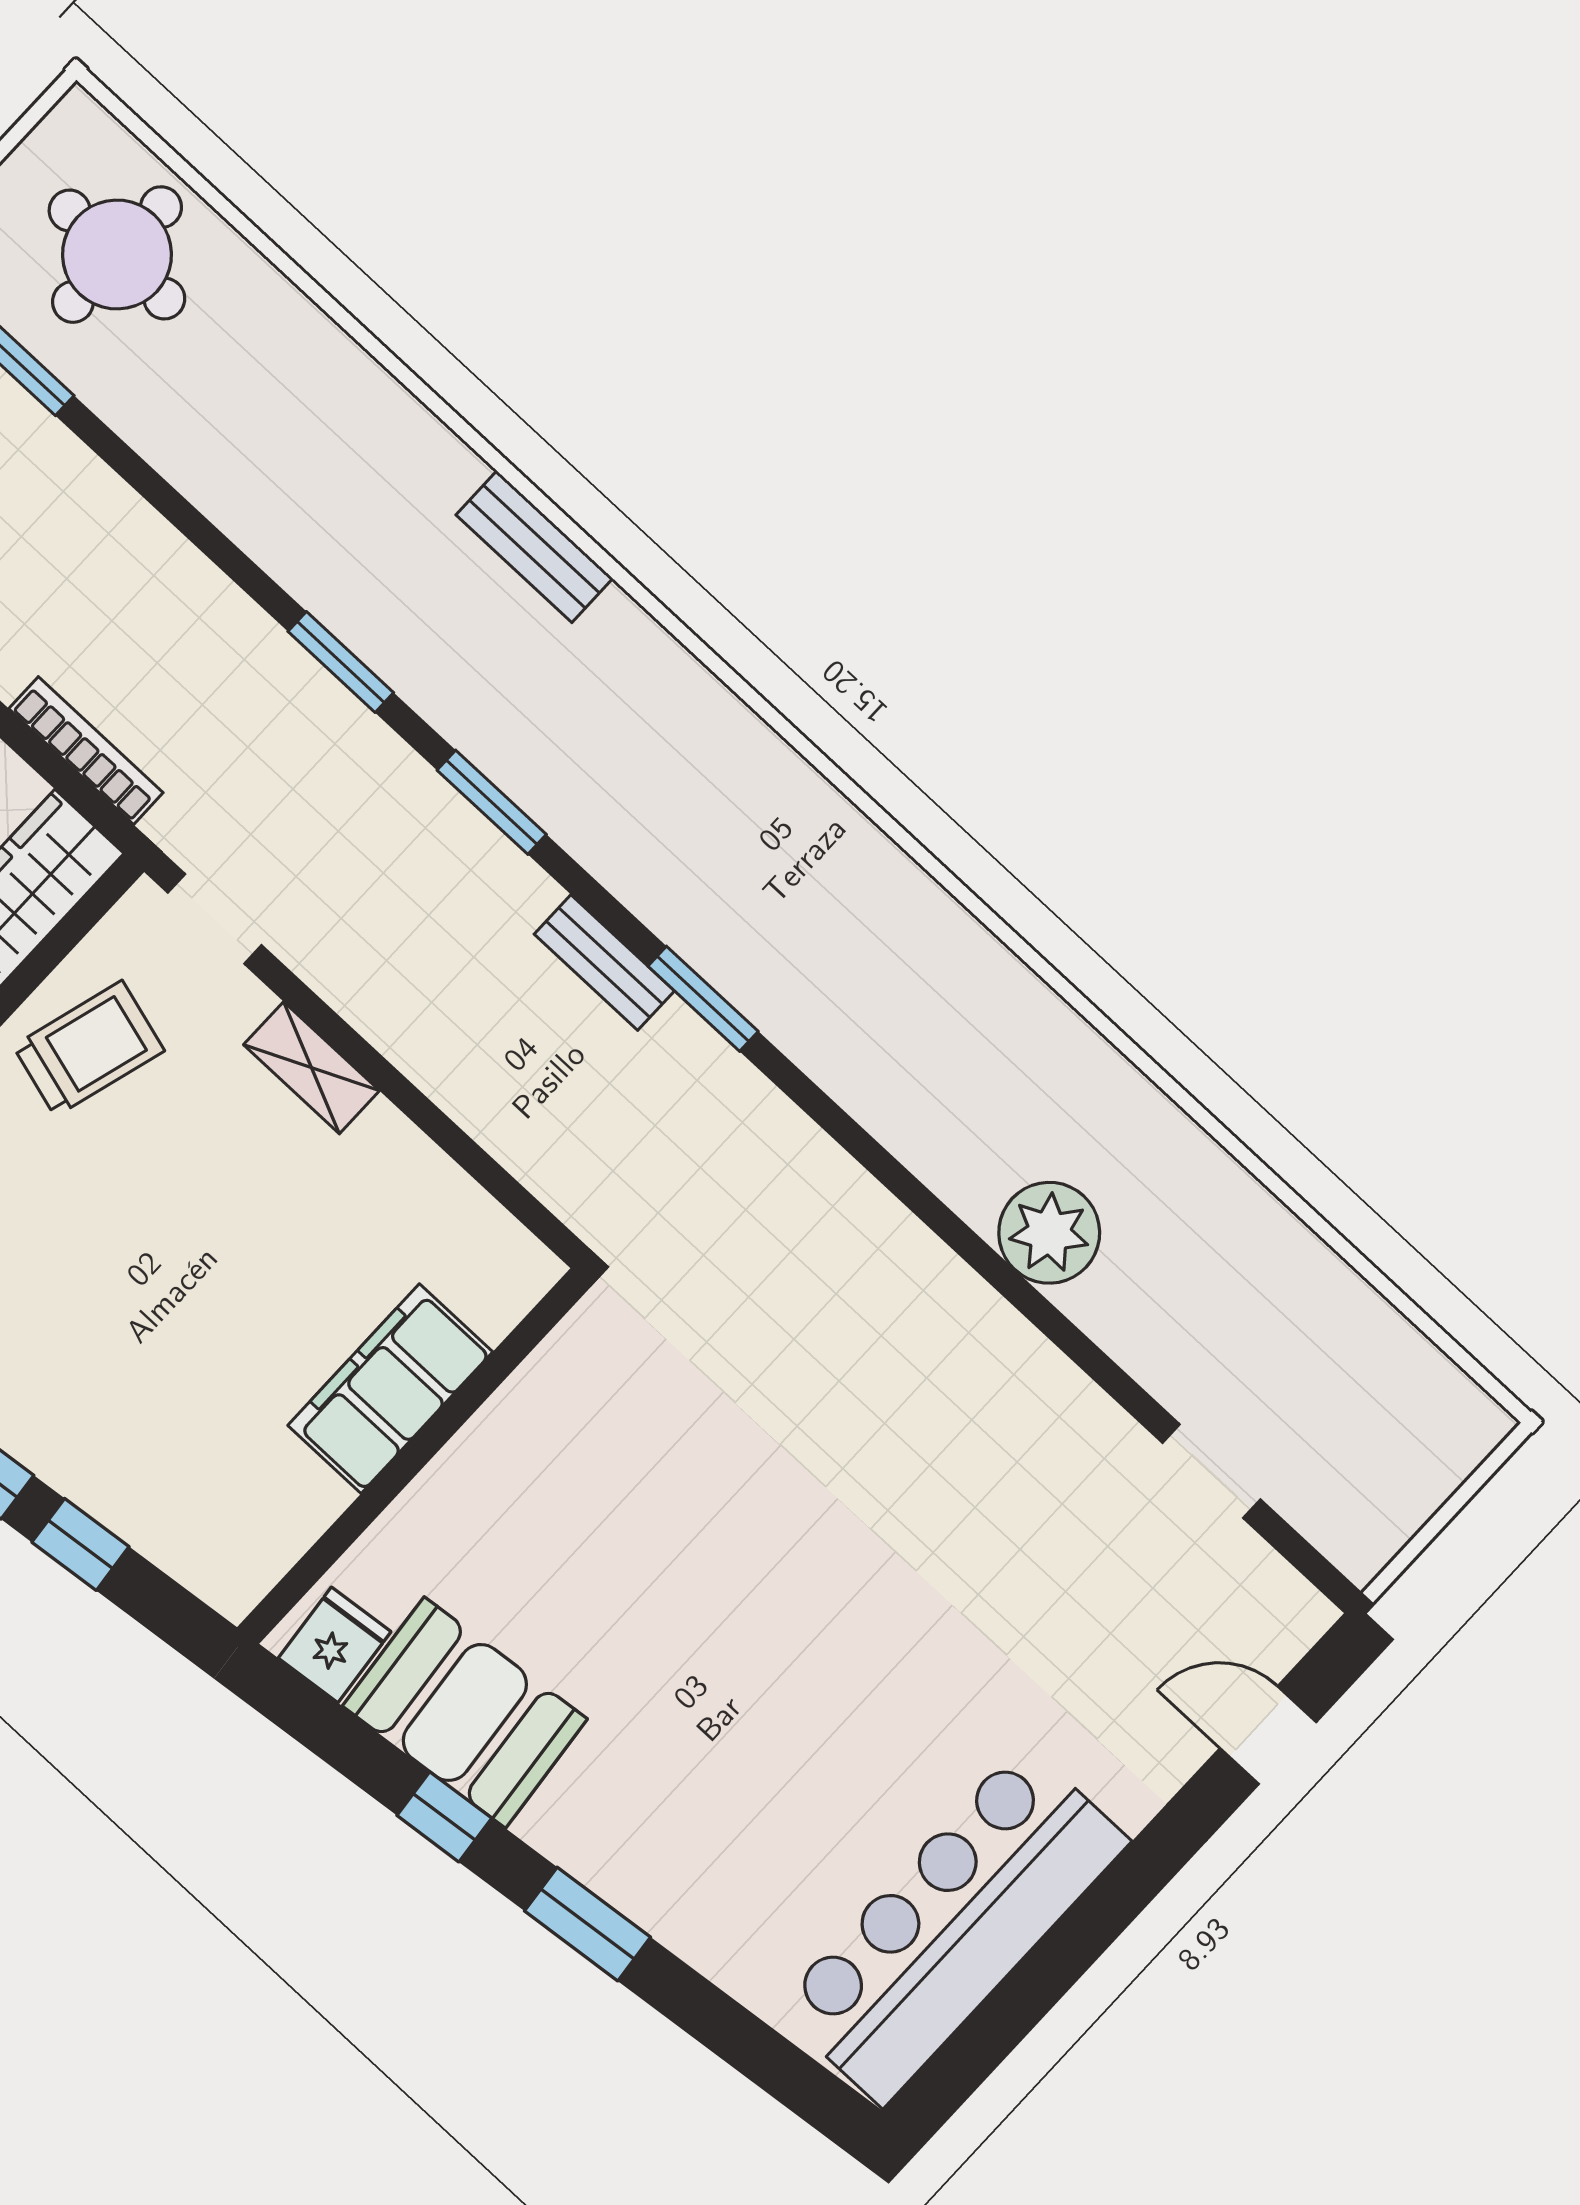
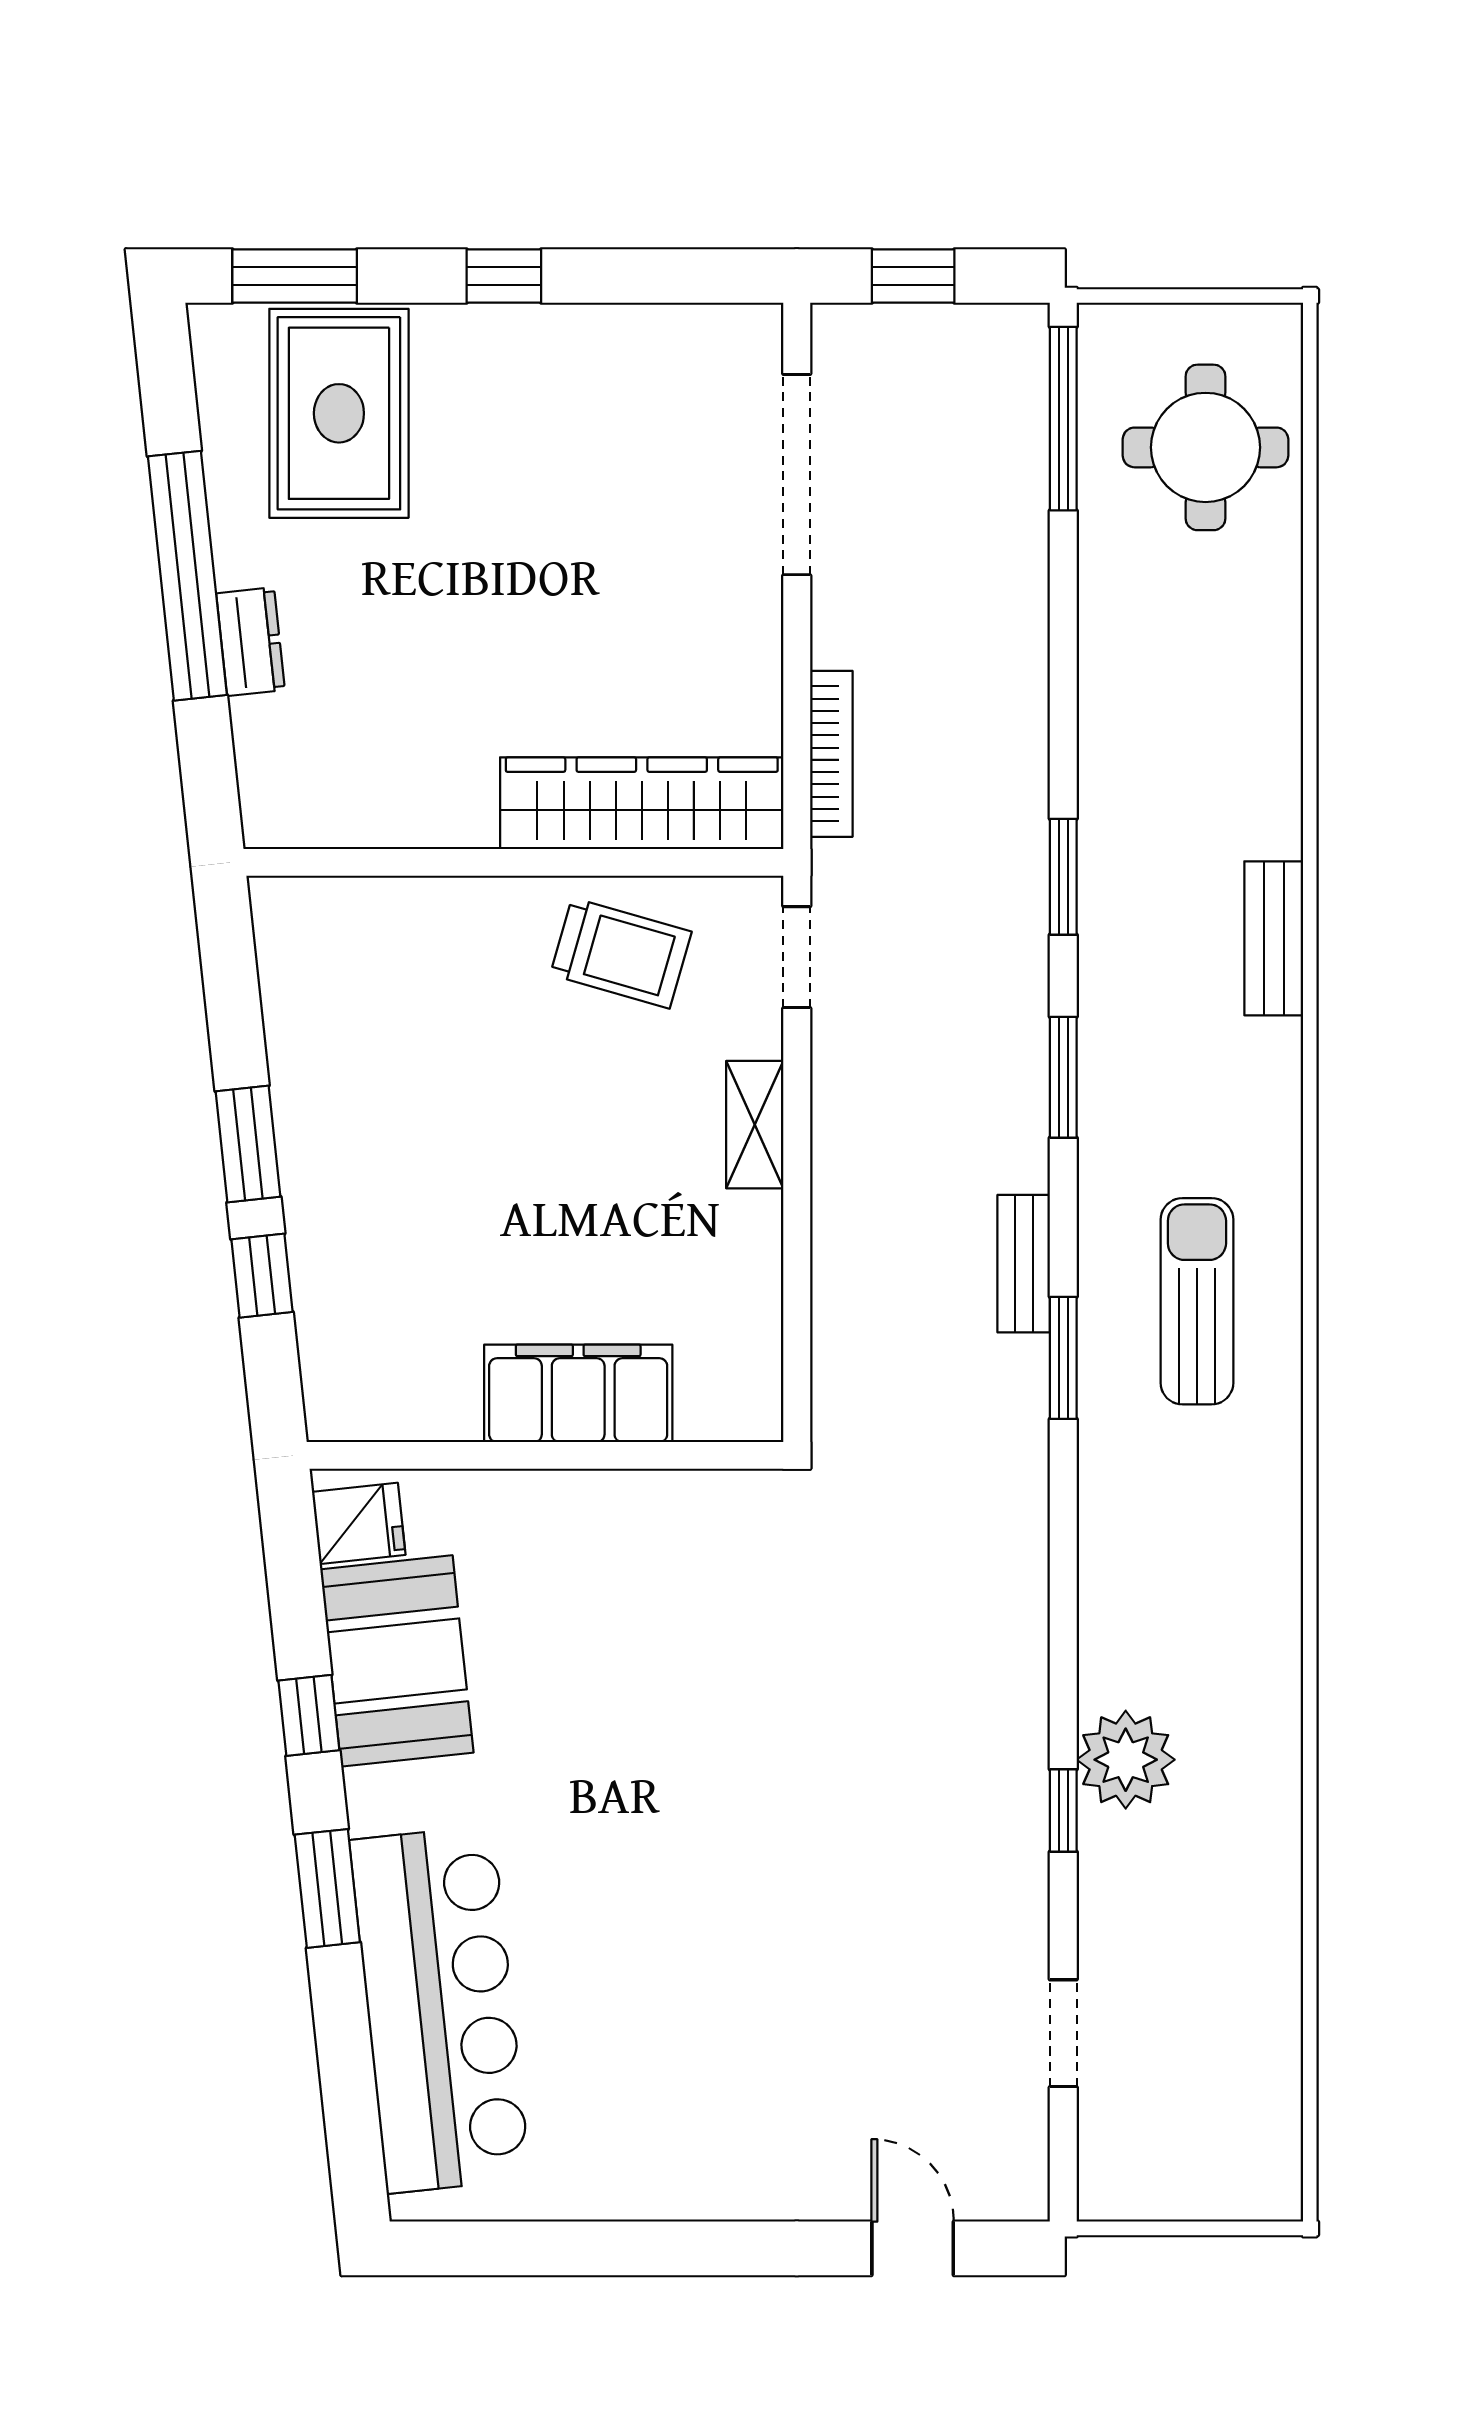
sun lounger: (754, 858) -> (1197, 1301), added
window: (1044, 1315) -> (1063, 1810), added
bar counter: (953, 1924) -> (440, 2009), moved, turned 84

